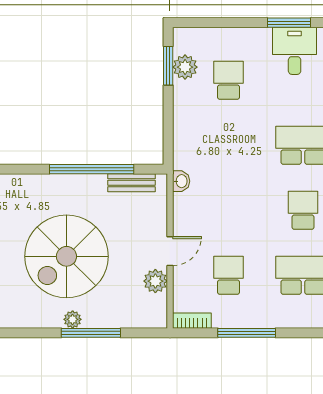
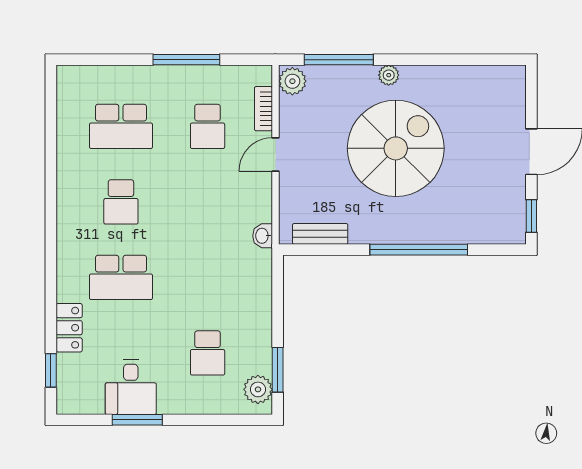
plant: (185, 67) -> (258, 389), moved
window: (92, 169) -> (419, 250), moved
plant: (155, 281) -> (292, 81), moved
bookcase: (192, 321) -> (263, 109), moved, turned 90
window: (91, 333) -> (339, 60), moved

